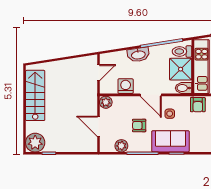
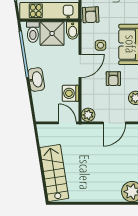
door: (98, 73) -> (67, 123), moved
stairs: (35, 95) -> (54, 173), moved, turned 81
armchair: (198, 105) -> (91, 15), turned 87

